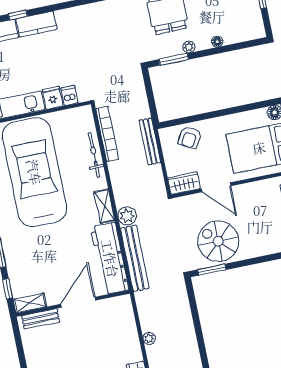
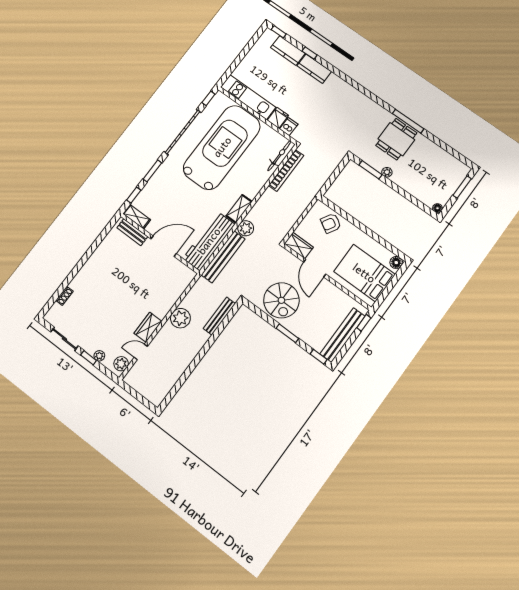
floor lamp: (217, 42) -> (437, 208), moved
bench: (150, 141) -> (219, 316), moved
bicycle: (94, 155) -> (279, 156), moved
spiral stairs: (218, 241) -> (281, 300), turned 180
window: (212, 270) -> (287, 333), moved
plant: (149, 338) -> (180, 318), width x1.88, depth x1.88

